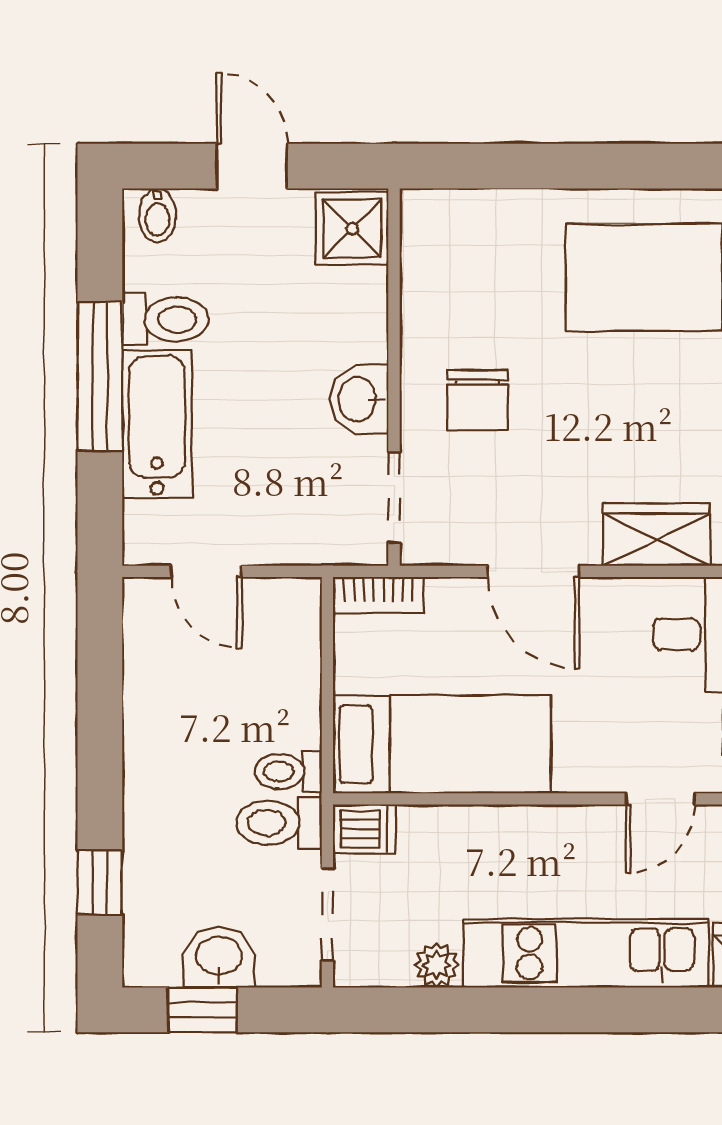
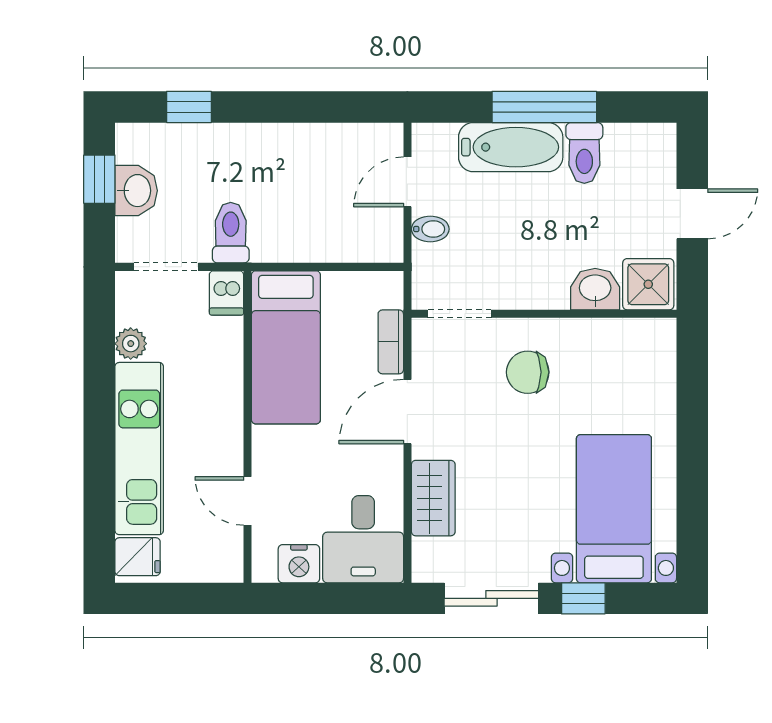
bidet: (157, 215) -> (430, 229), moved, turned 180
washbasin: (359, 399) -> (595, 289), moved
bookcase: (378, 595) -> (391, 342), moved
toilet: (288, 771) -> (267, 239), removed

